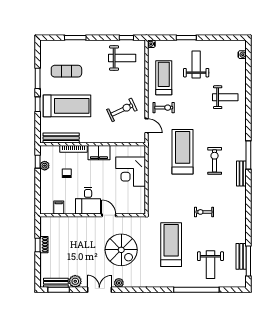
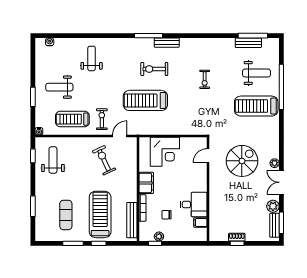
desk: (88, 201) -> (194, 204), moved
door: (109, 215) -> (208, 156), moved
treadmill: (171, 245) -> (256, 106), moved

